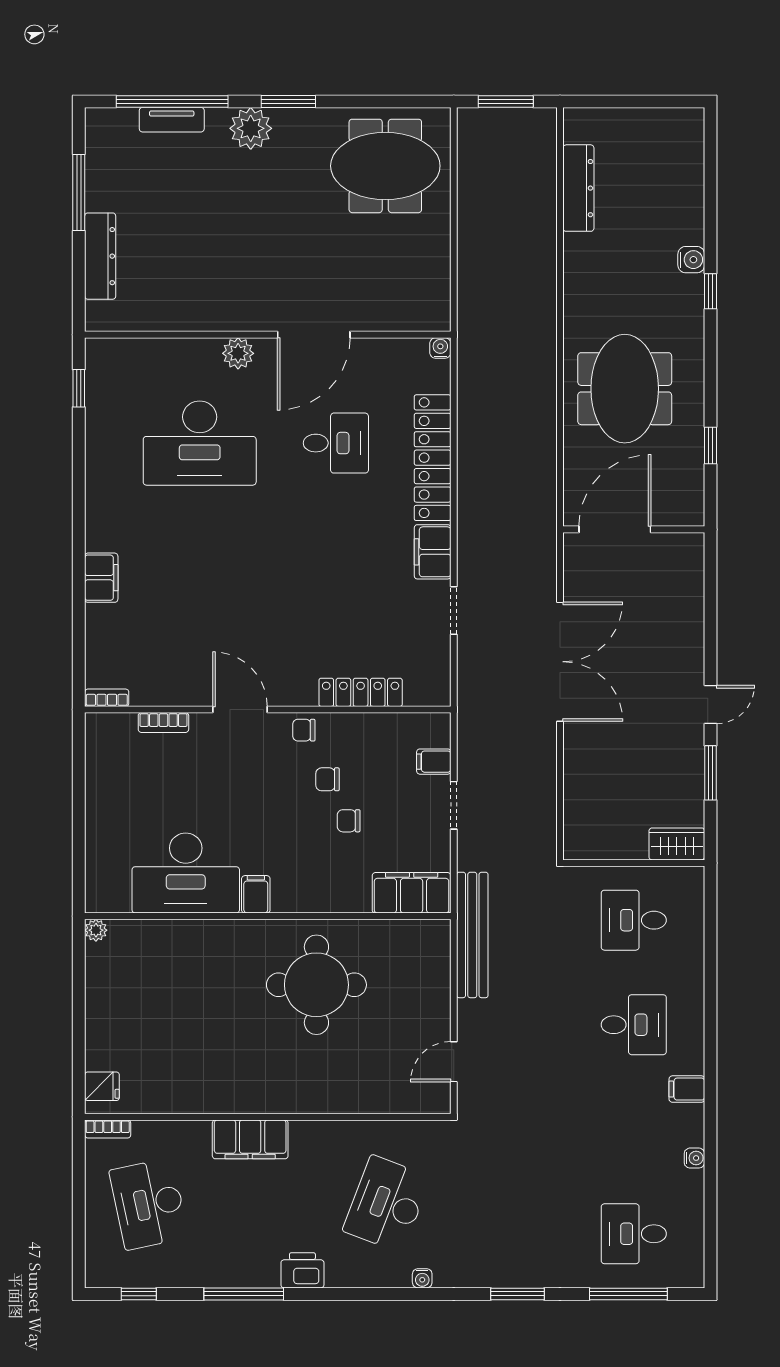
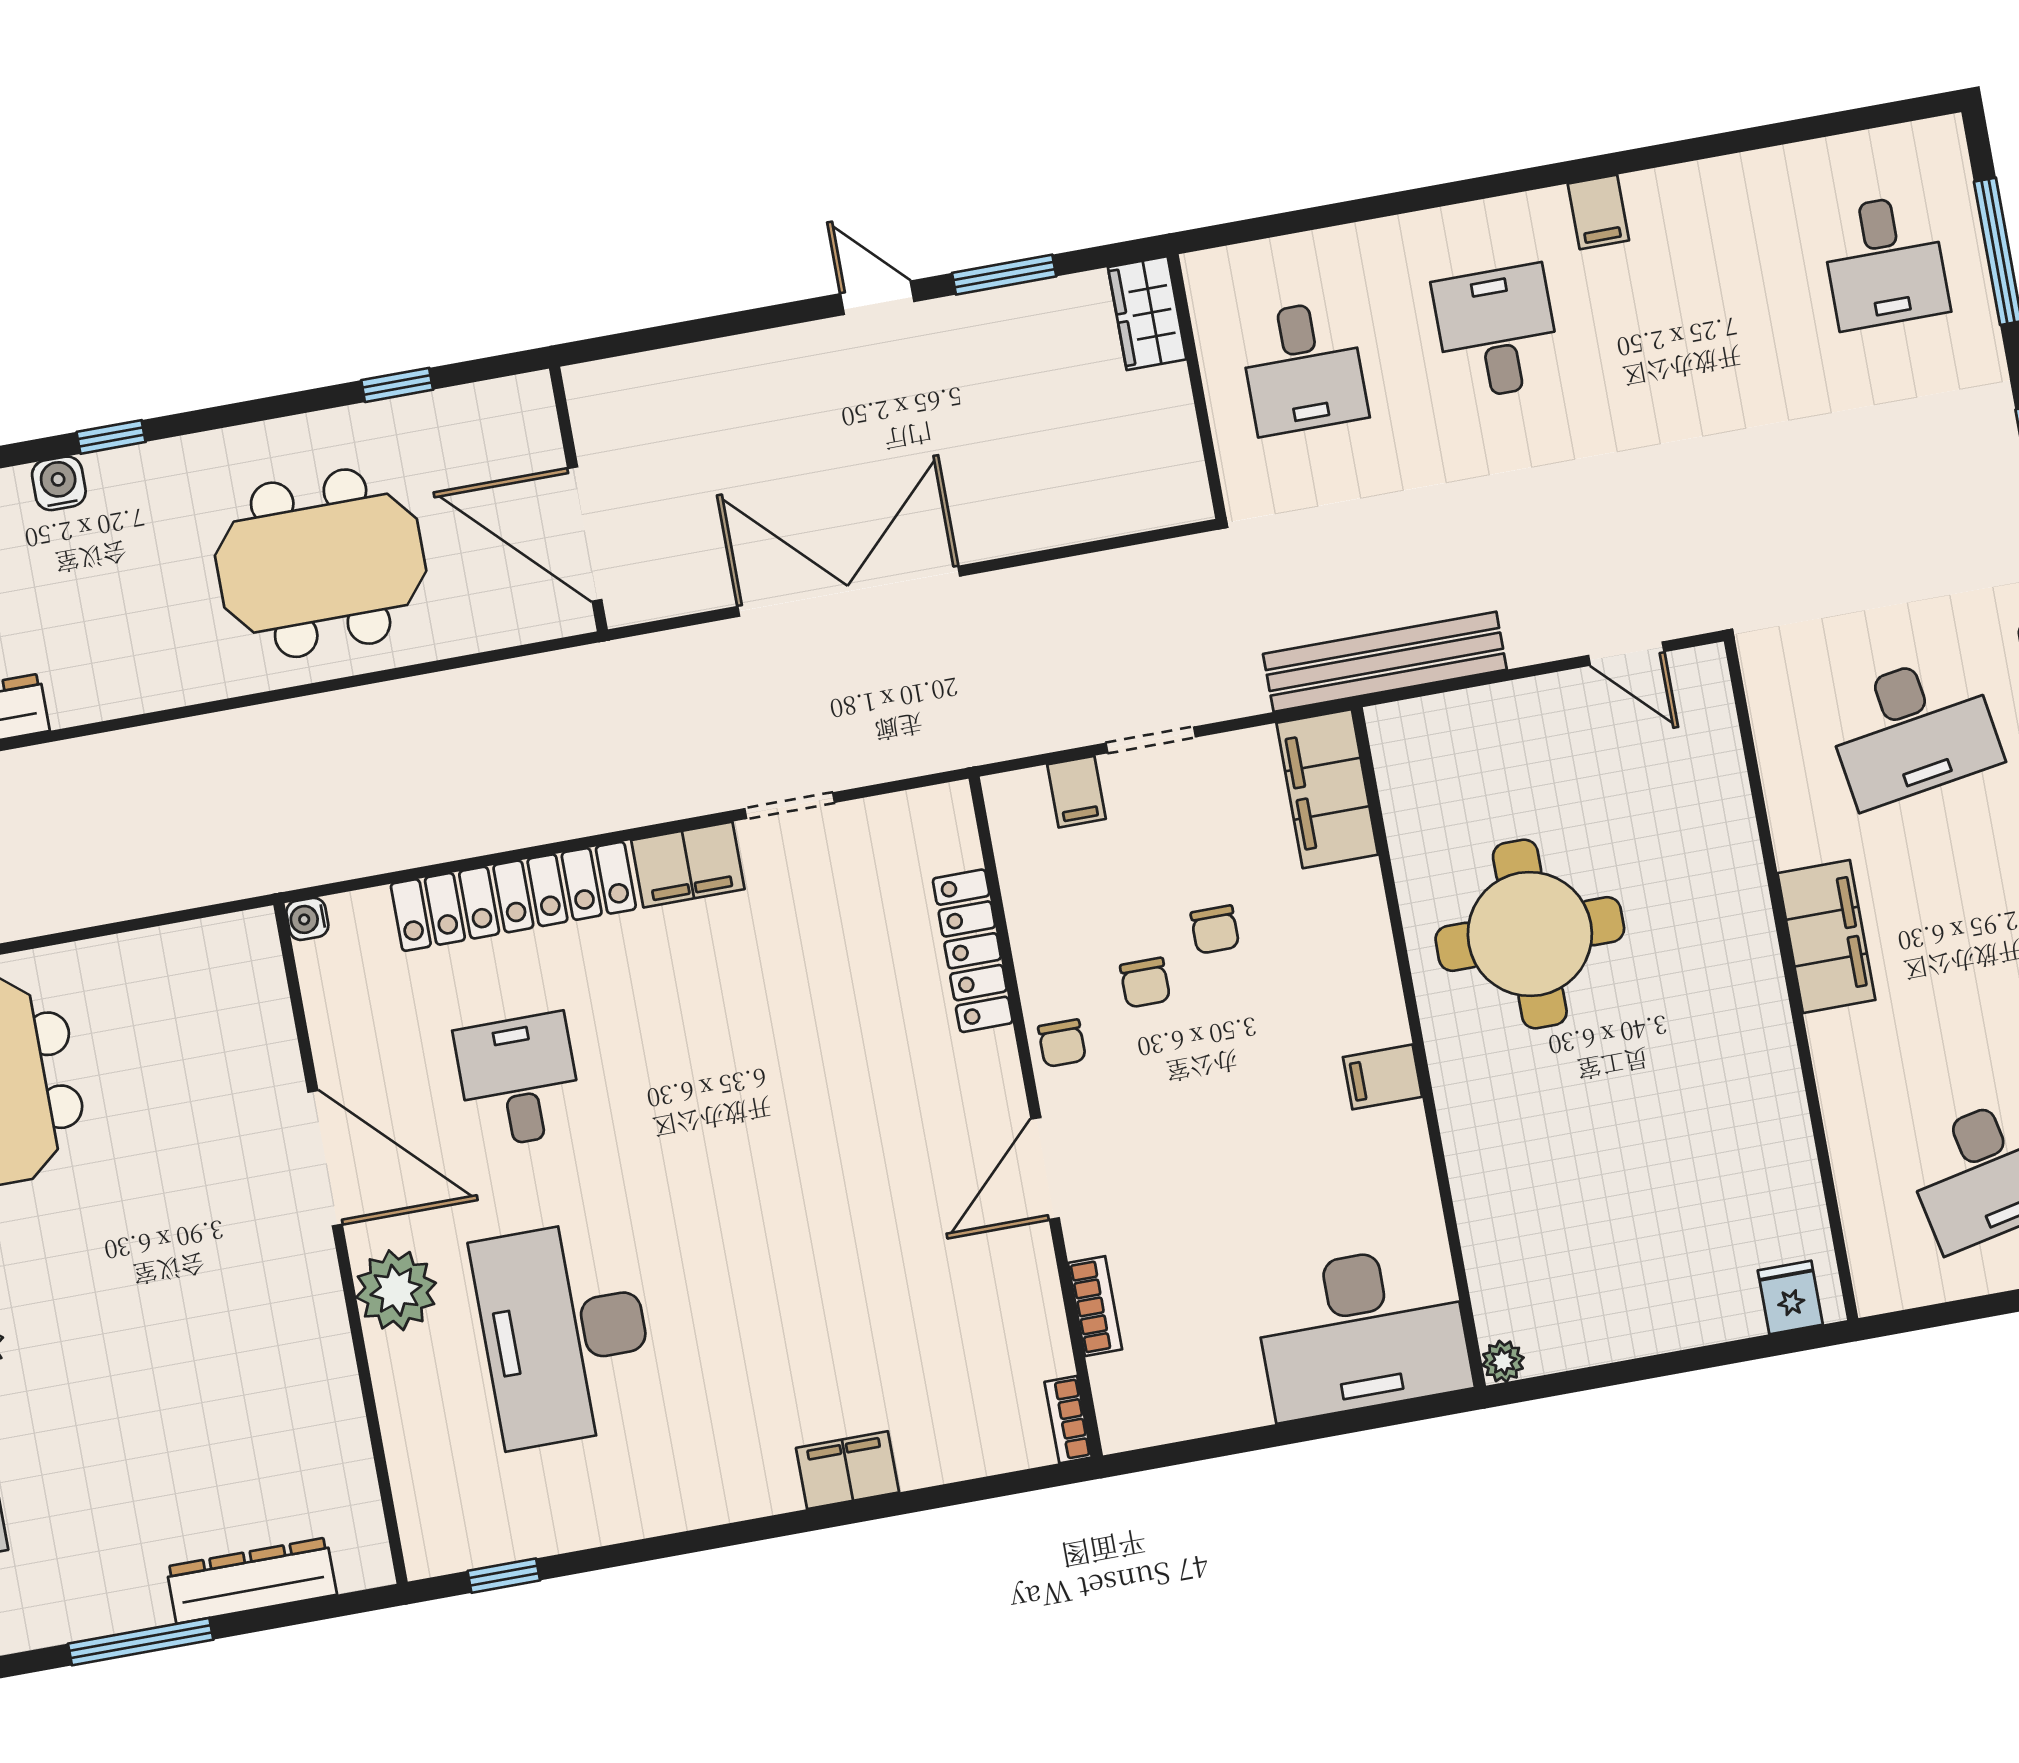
plant: (238, 353) -> (396, 1290), width x1.36, depth x1.36
desk: (200, 443) -> (565, 1333), turned 180
desk: (186, 873) -> (1362, 1331), moved, turned 90
bookcase: (108, 1129) -> (1868, 1273), removed
filing cabinet: (250, 1139) -> (1826, 937), moved
water cooler: (694, 1158) -> (1724, 175), removed
desk: (387, 1204) -> (1912, 730), turned -30

